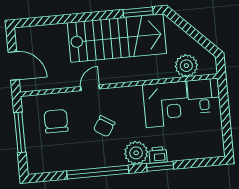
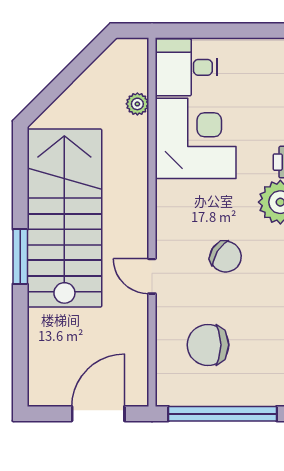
window: (138, 12) -> (20, 257), moved
plant: (186, 66) -> (137, 104), width x0.53, depth x0.53
window: (20, 132) -> (222, 414), width x1.46

